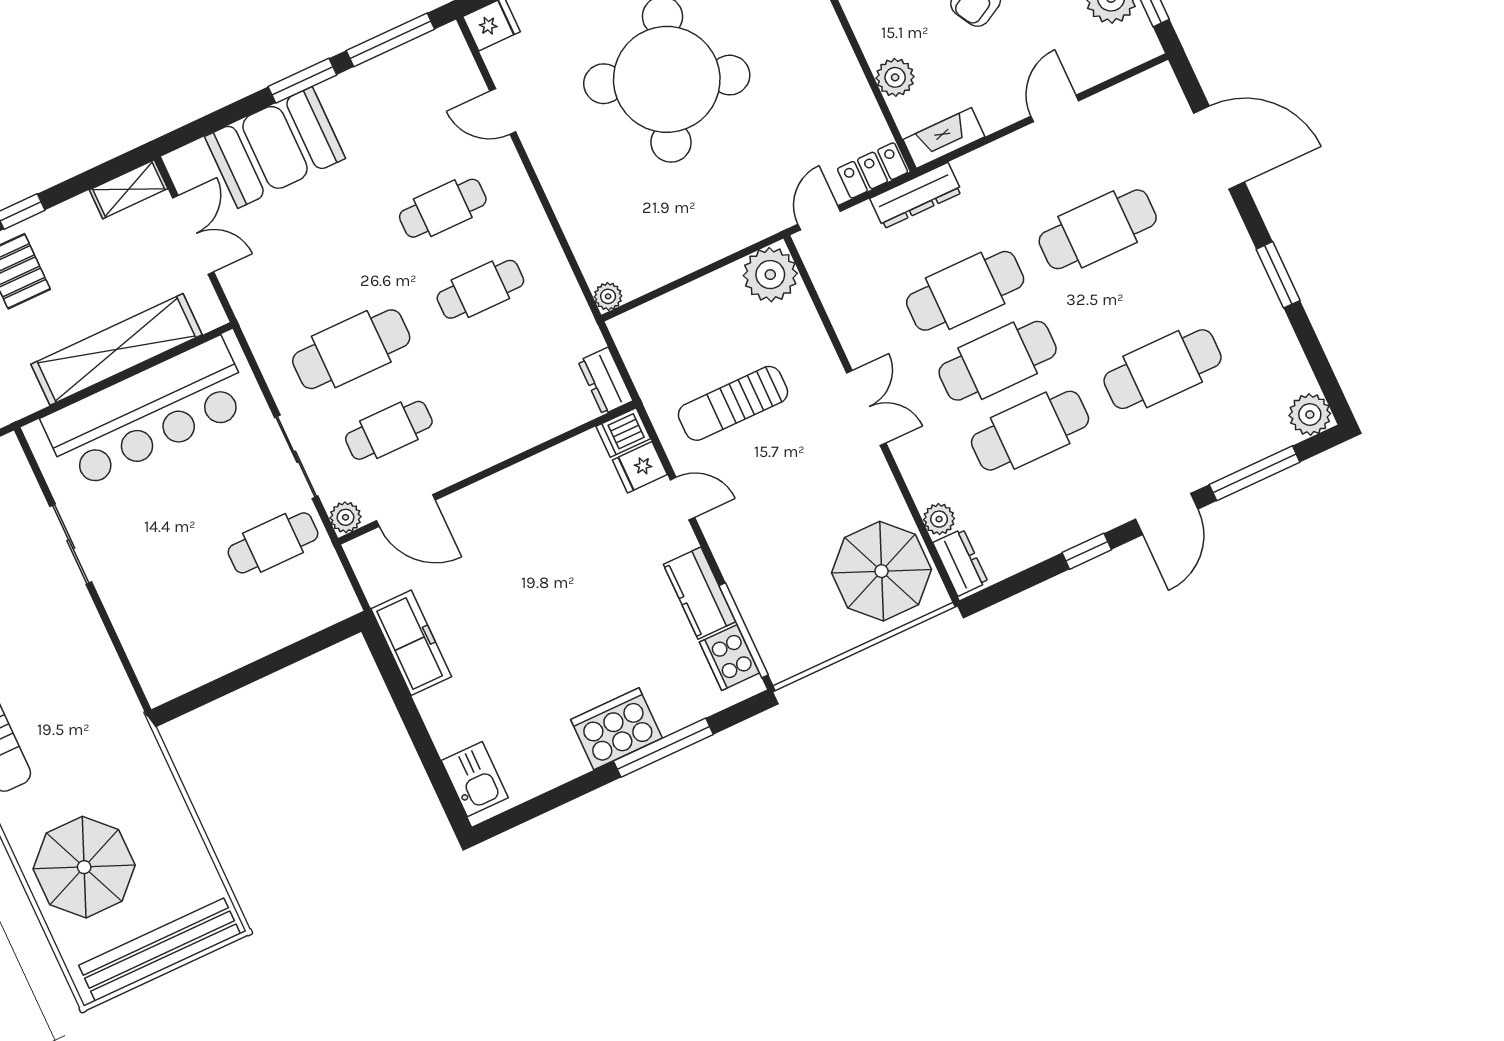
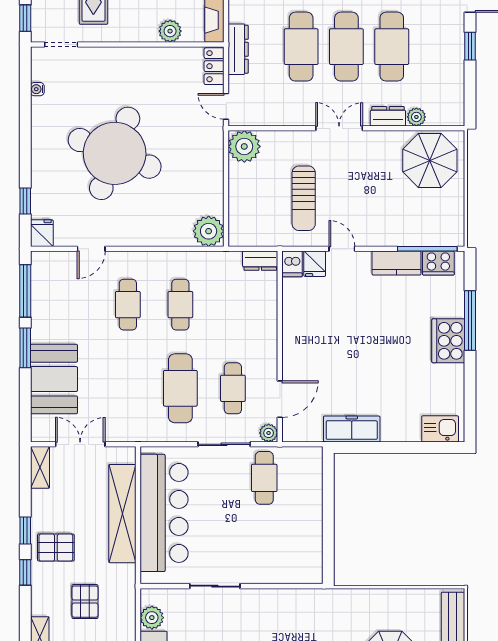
plant: (608, 296) -> (209, 231), width x1.87, depth x1.87
door: (682, 499) -> (342, 249), hinge flipped
dresser: (960, 562) -> (388, 116), moved

